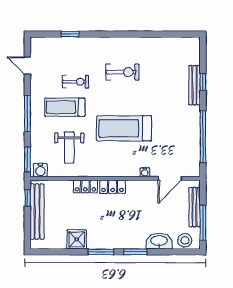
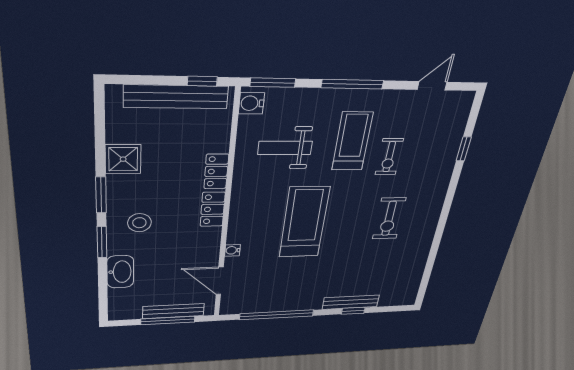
window: (203, 223) -> (168, 321), moved
stool: (185, 240) -> (139, 223), moved

